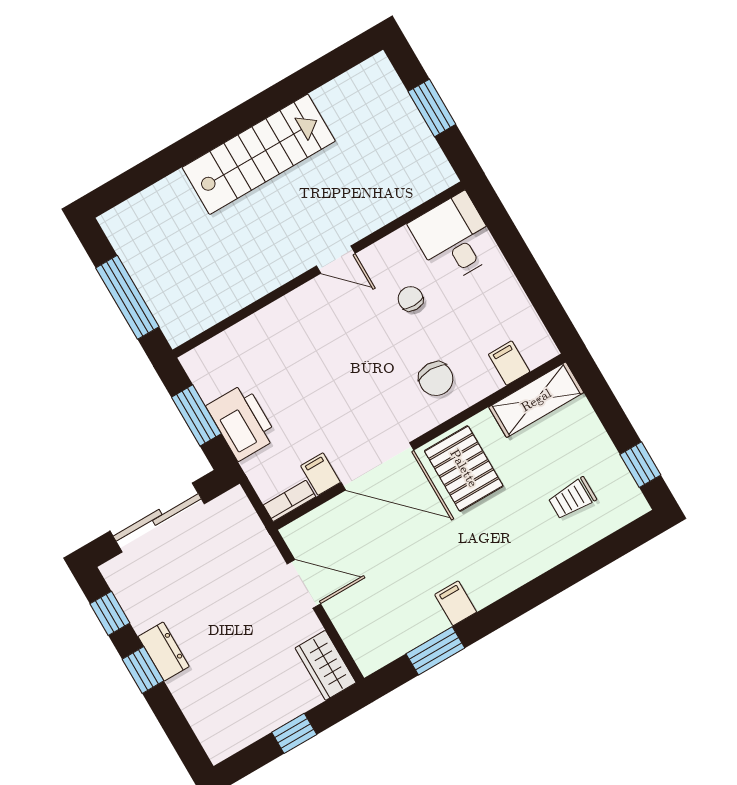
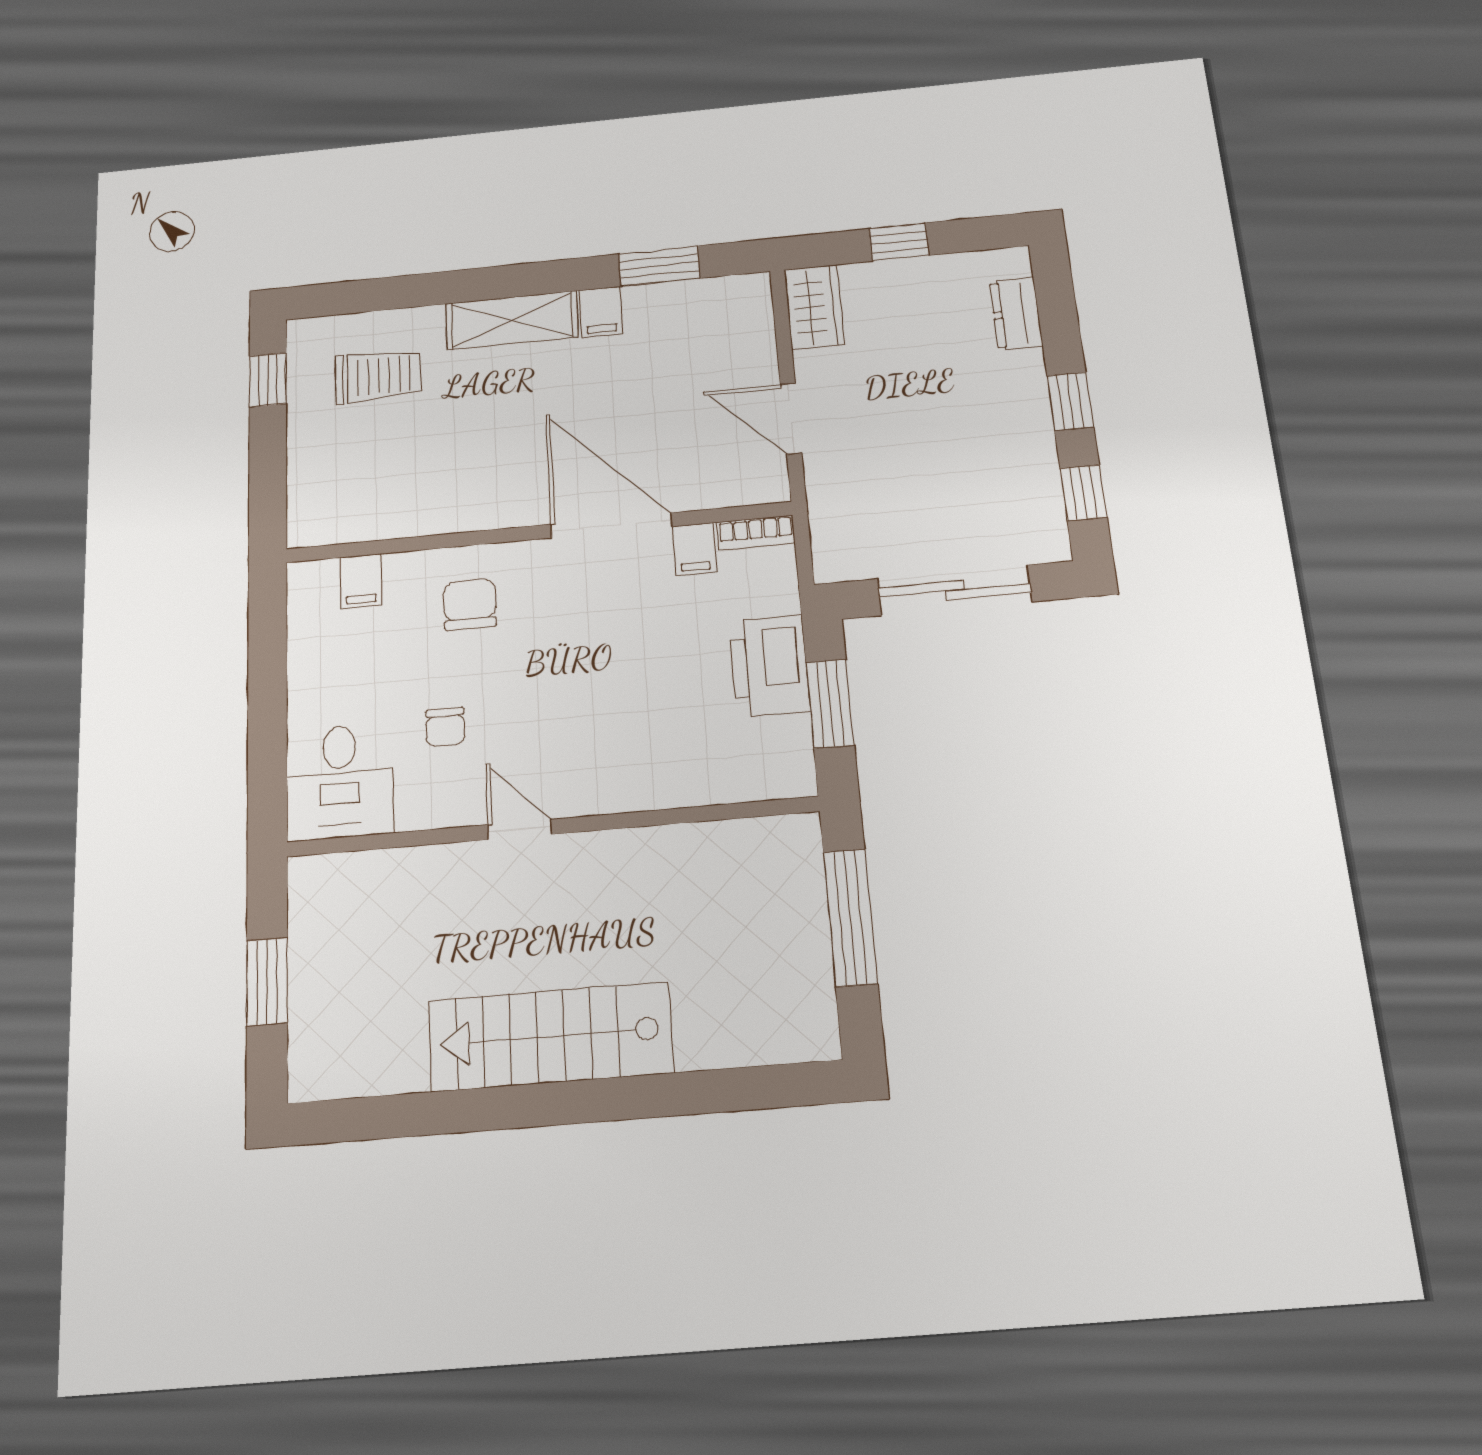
shelving: (536, 400) -> (512, 320), moved
pallet: (464, 468) -> (497, 473), removed
trolley: (572, 498) -> (378, 376), width x1.36, depth x1.39
dresser: (164, 652) -> (1016, 314), moved

